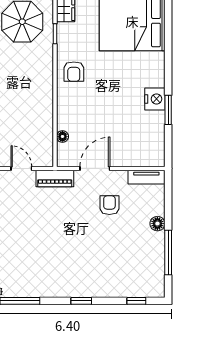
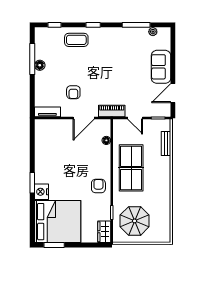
table tennis table: (27, 97) -> (131, 168), added
nightstand: (155, 99) -> (41, 192), moved
window: (168, 110) -> (32, 183), moved
floor lamp: (157, 224) -> (40, 65), moved
coffee table: (105, 280) -> (76, 40), added

